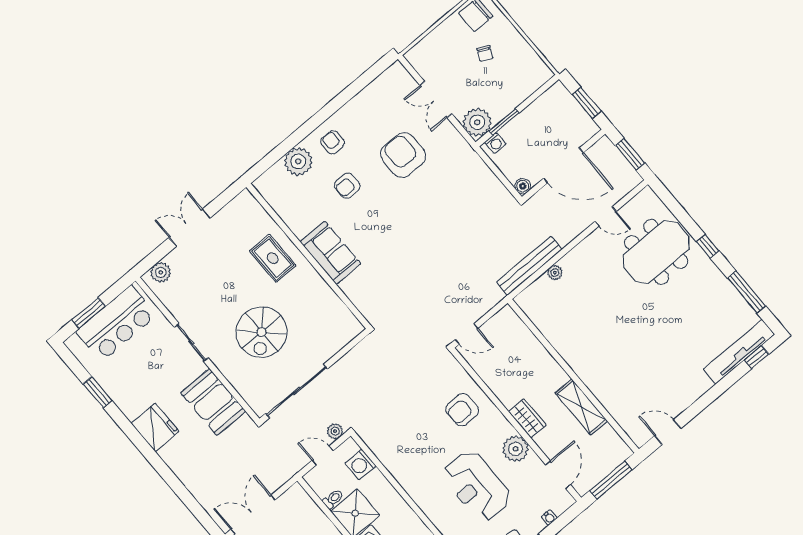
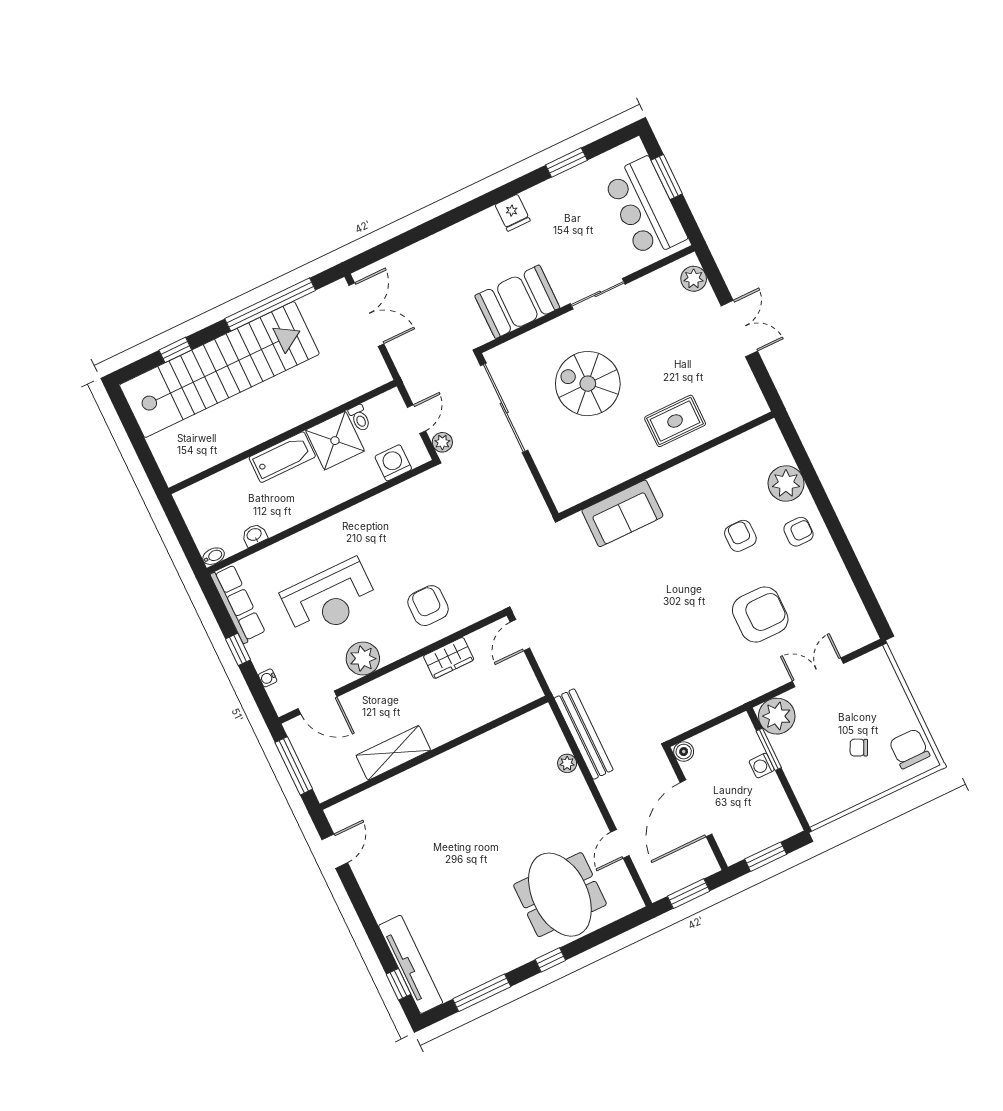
washing machine: (495, 143) -> (762, 766), moved
sofa: (330, 253) -> (622, 513), moved
wardrobe: (527, 418) -> (449, 658), moved
fridge: (155, 427) -> (513, 213), width x0.53, depth x0.75
reception desk: (477, 486) -> (330, 599), turned 180

